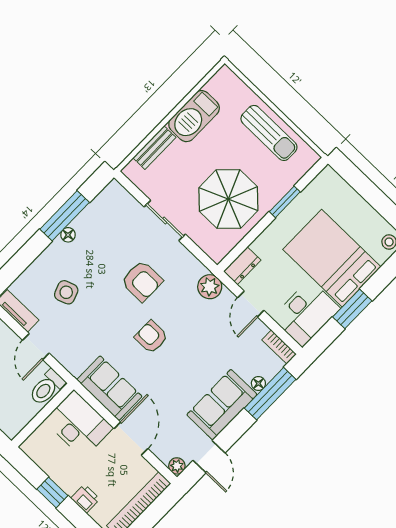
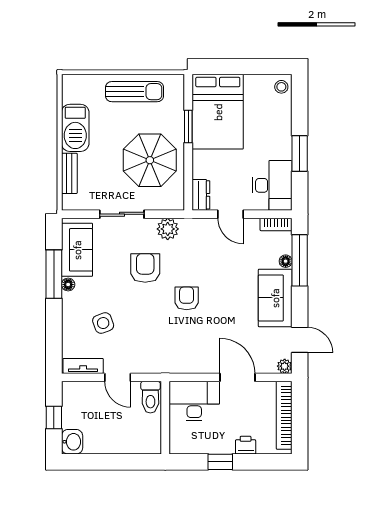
bed: (332, 258) -> (218, 112), moved, turned -90
armchair: (142, 281) -> (145, 268), turned -90
plant: (210, 287) -> (168, 229), moved
armchair: (151, 337) -> (187, 298), turned 90
sofa: (109, 388) -> (77, 250), moved, turned 90

